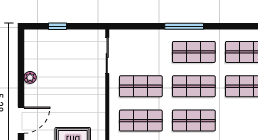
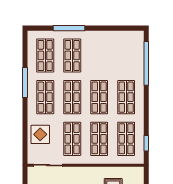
window: (184, 26) -> (25, 82), moved
display table: (146, 46) -> (40, 134), added

